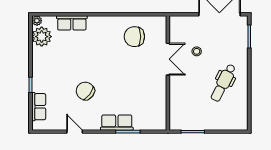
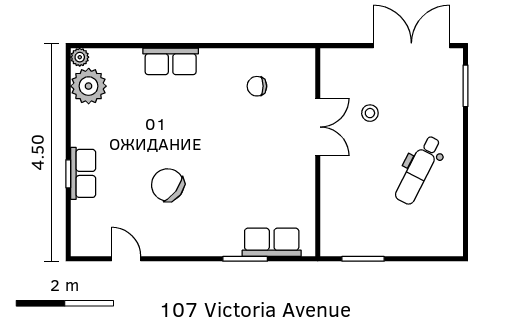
row of seats: (72, 23) -> (171, 61), moved
chair: (134, 37) -> (257, 86), width x0.54, depth x0.54
row of seats: (39, 107) -> (83, 173), moved
row of seats: (117, 123) -> (272, 242), moved
door: (75, 132) -> (126, 259), moved

